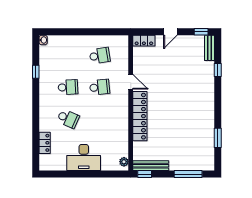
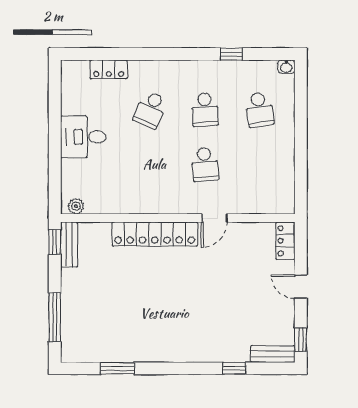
school desk: (100, 56) -> (259, 110), moved
desk: (84, 157) -> (83, 137), width x0.73
bench: (151, 166) -> (69, 244), width x0.73

